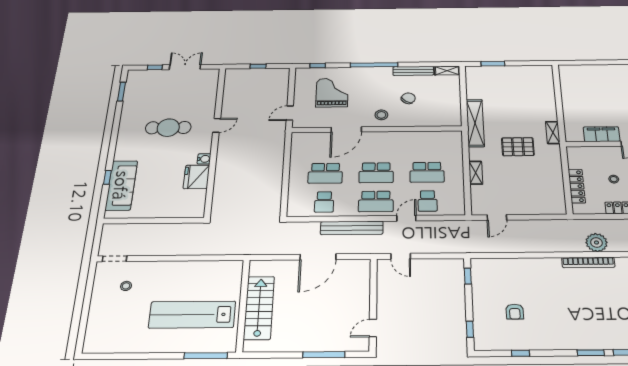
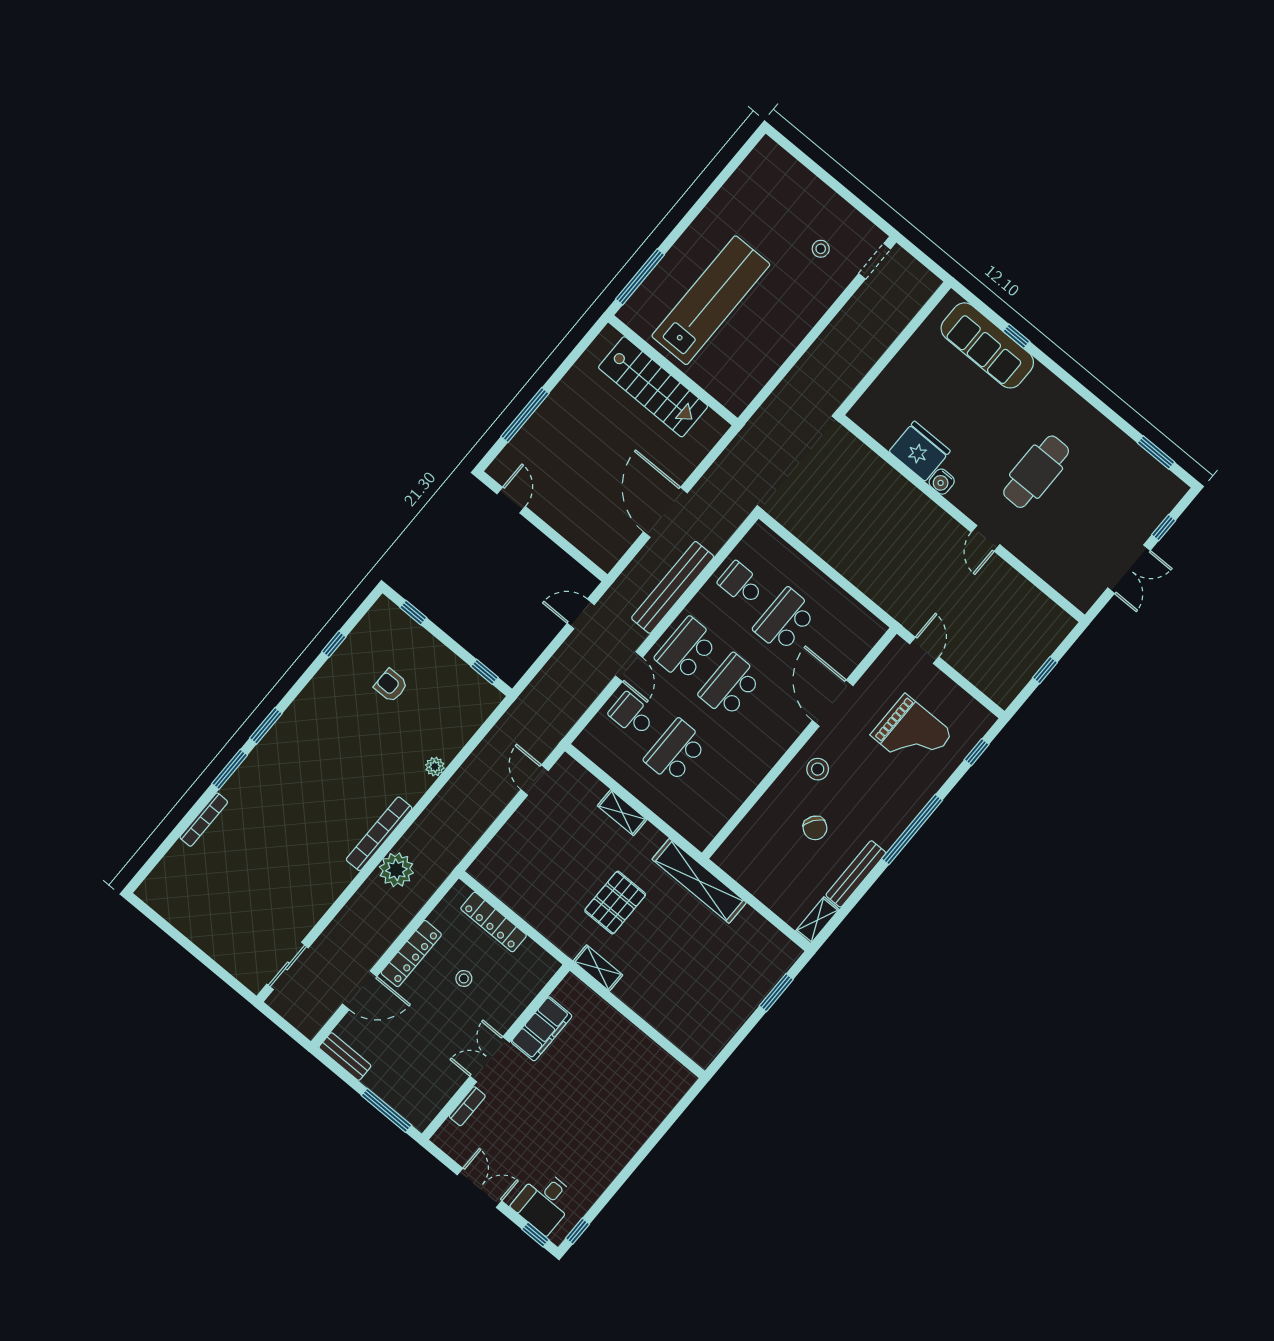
plant: (533, 263) -> (435, 767), added

